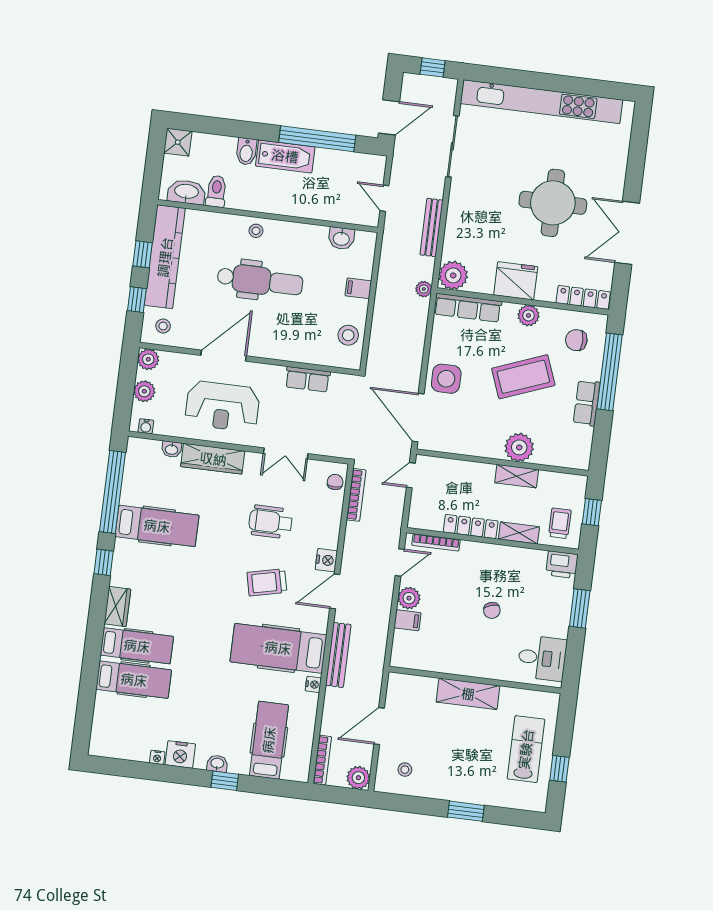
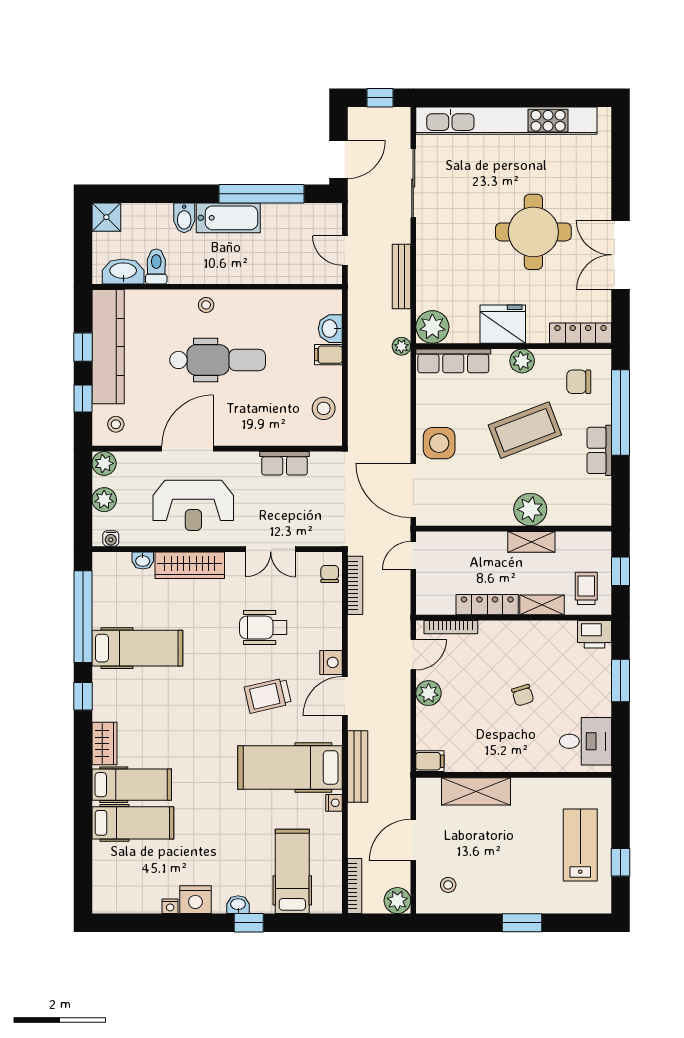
washbasin: (341, 238) -> (330, 329), moved, turned 90
filing cabinet: (407, 620) -> (430, 761), moved
shelving: (468, 694) -> (476, 791), moved

